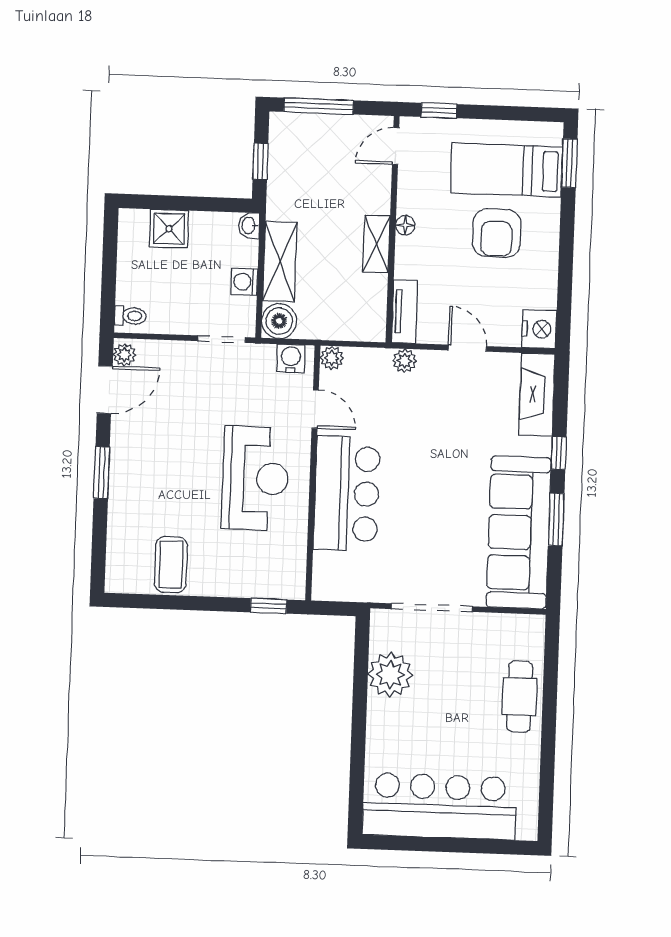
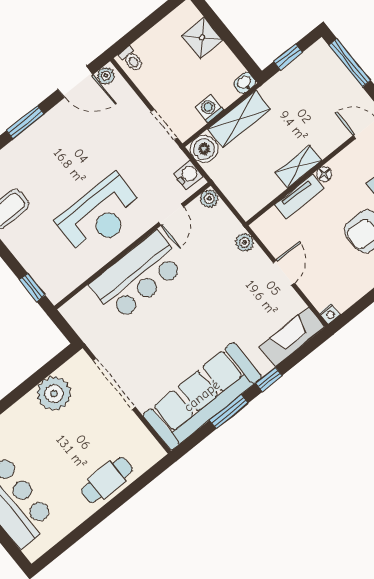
tv unit: (404, 312) -> (299, 196), moved
nightstand: (539, 329) -> (330, 314), width x0.53, depth x0.56

